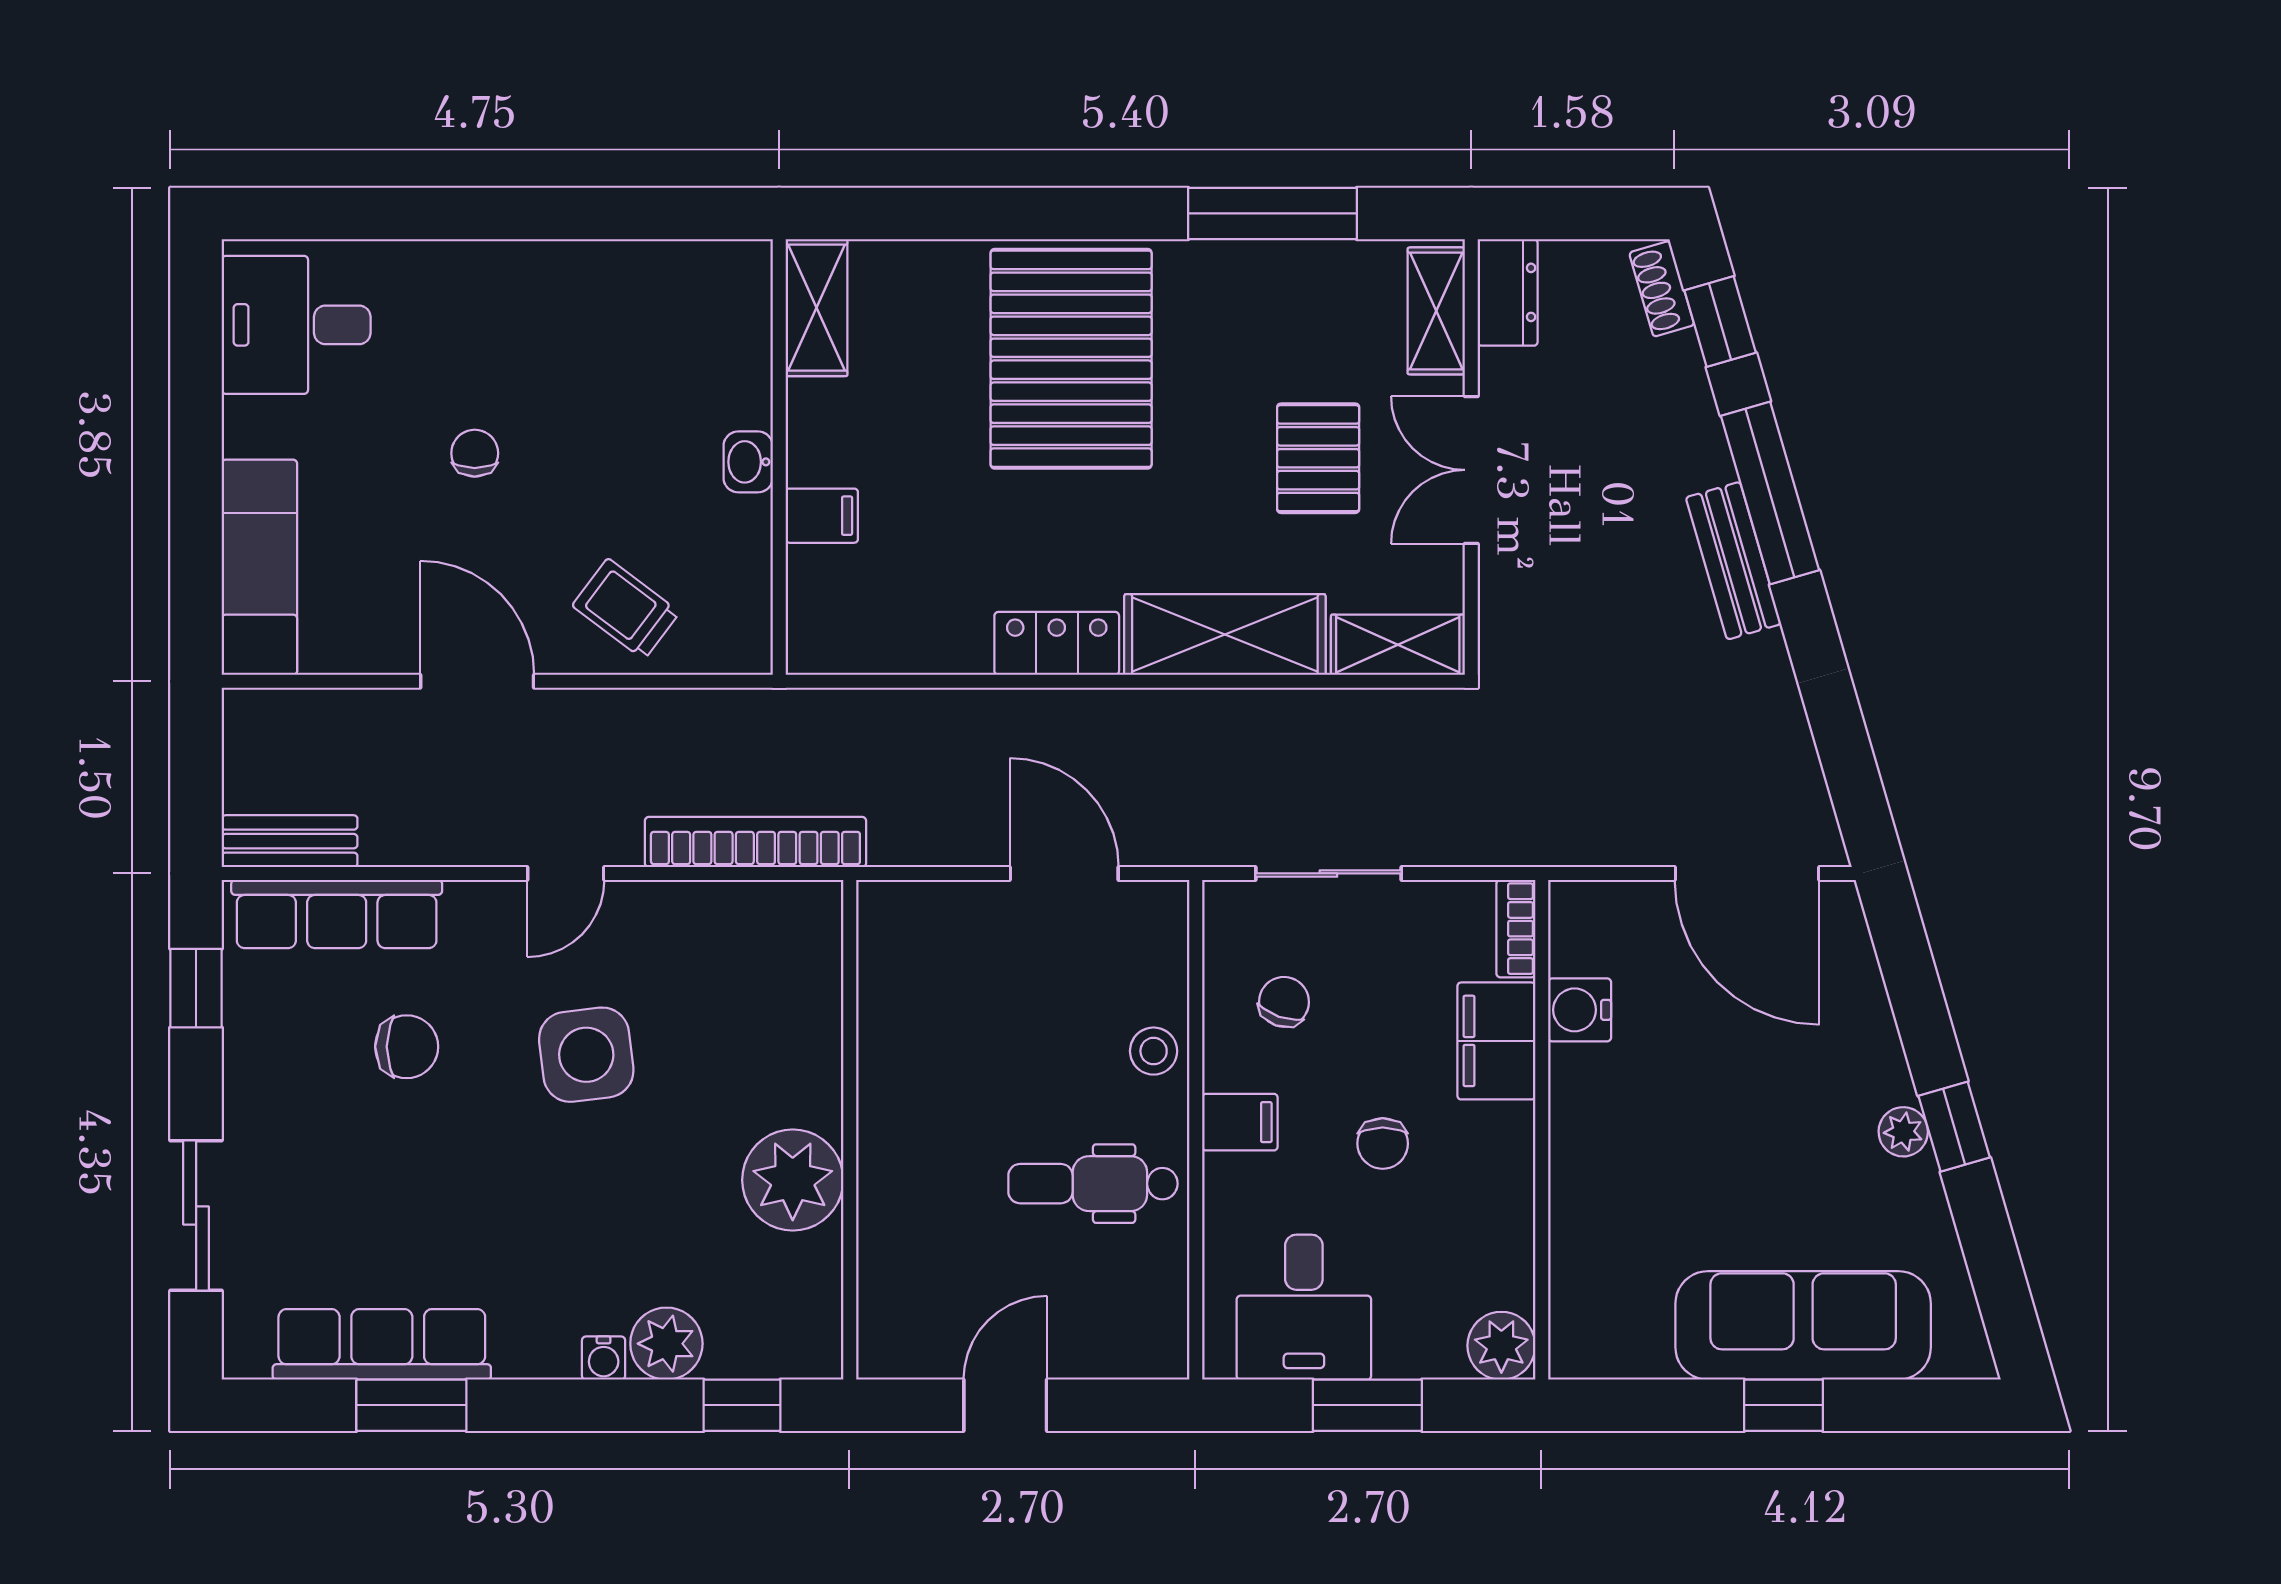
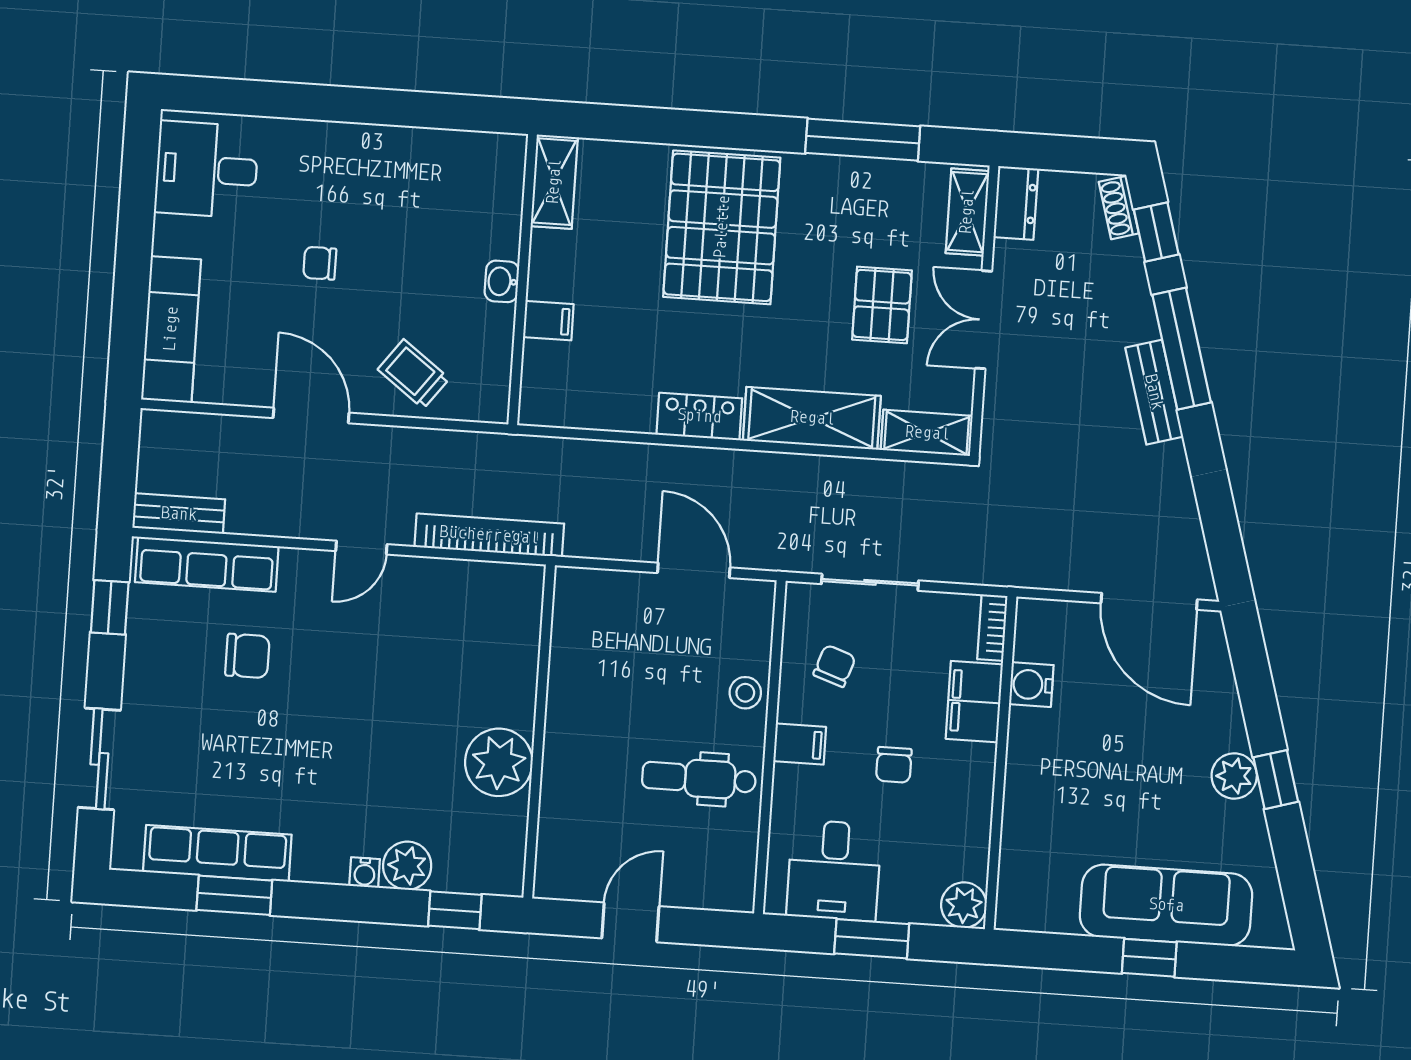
chair: (475, 453) -> (320, 263), turned -90
side table: (586, 1055) -> (367, 669), removed
plant: (1903, 1132) -> (1234, 776), width x1.38, depth x1.38

